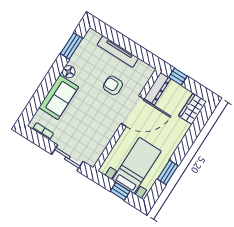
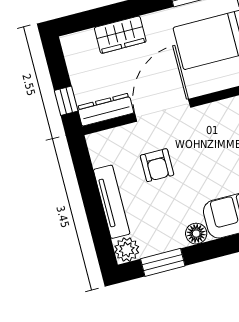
plant: (92, 37) -> (127, 250), added
wardrobe: (193, 109) -> (120, 35), moved
door: (132, 111) -> (163, 110), hinge flipped

